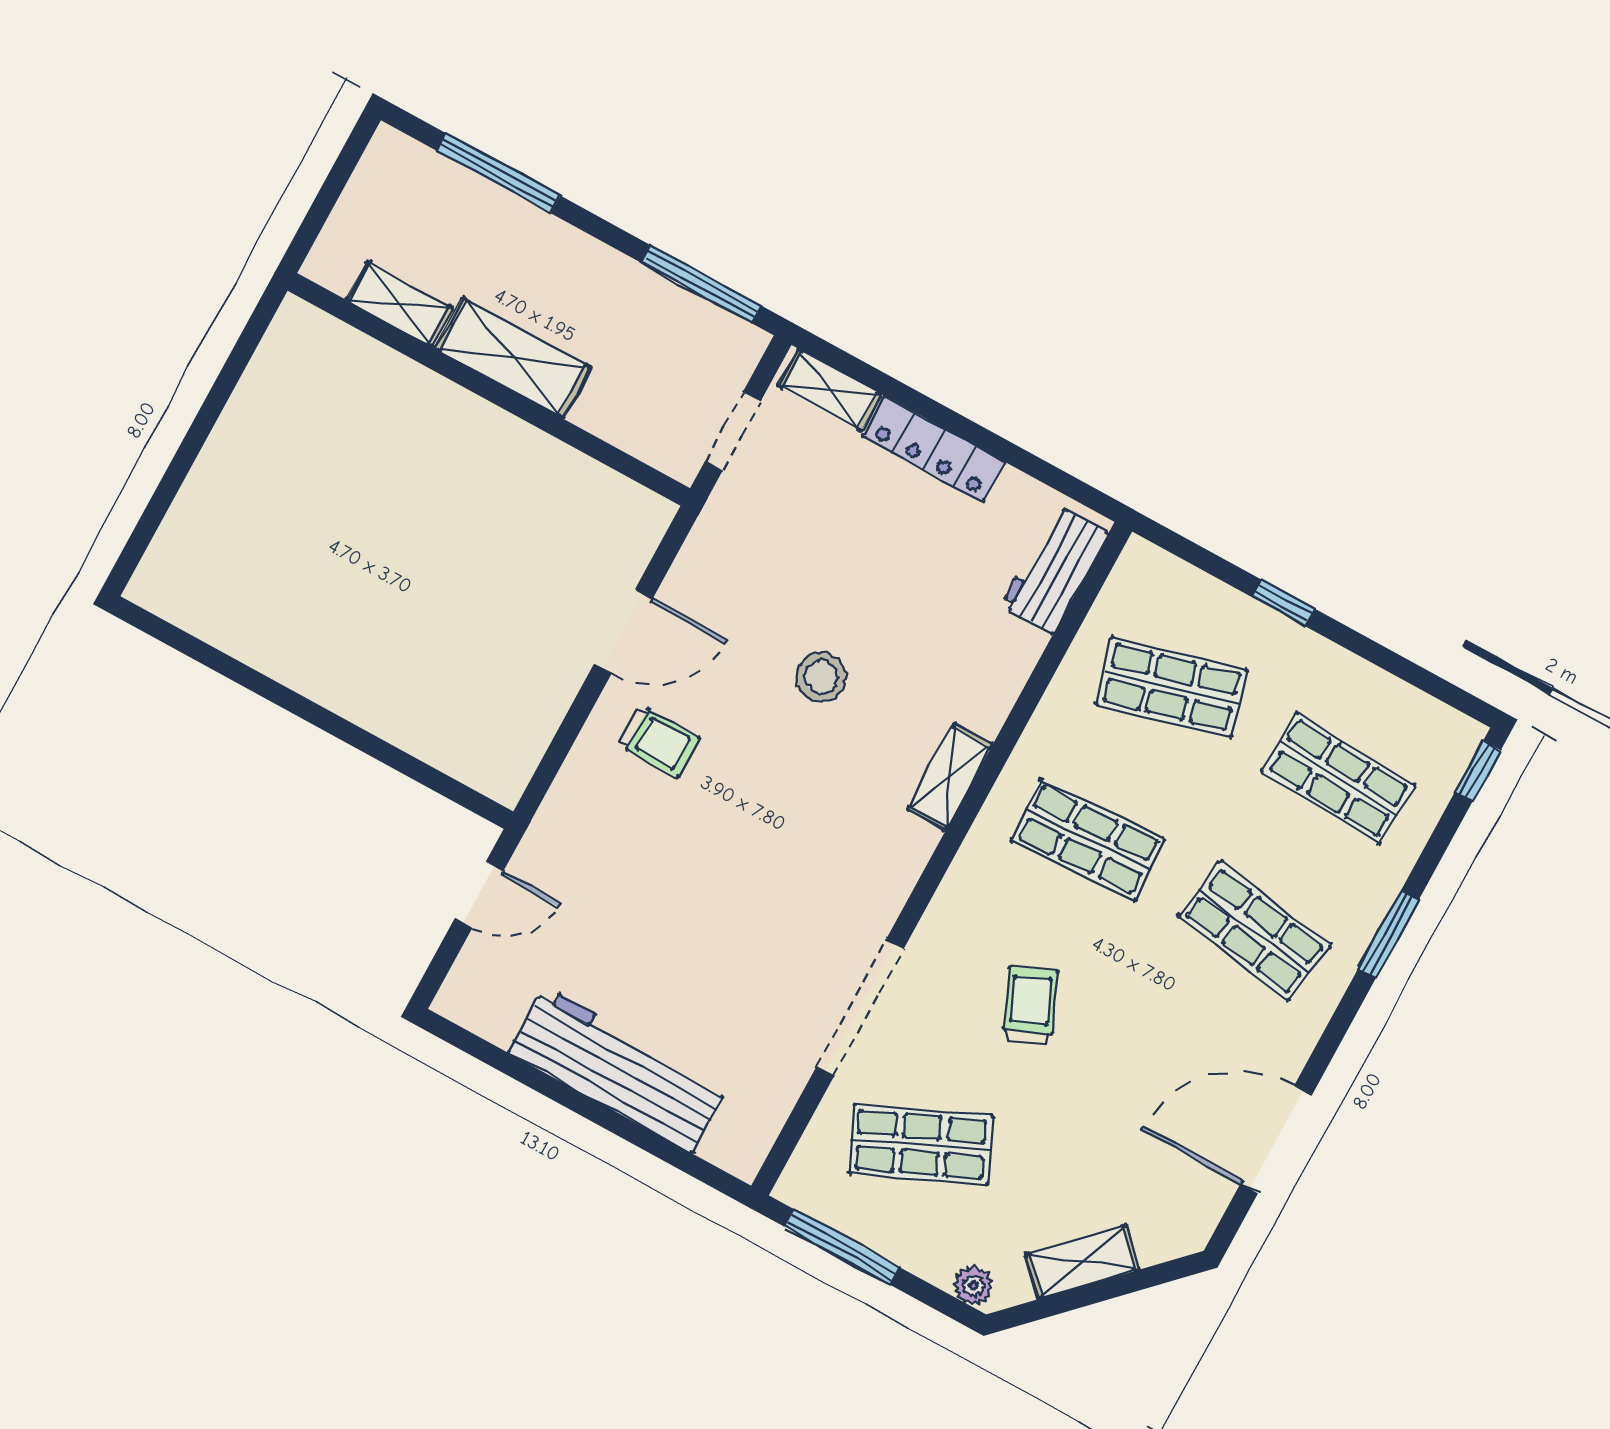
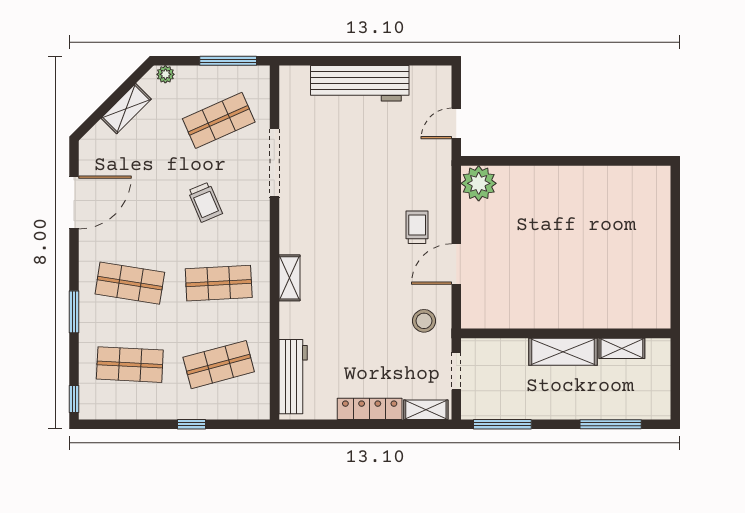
workbench: (1055, 569) -> (293, 377), width x1.38
stool: (821, 677) -> (424, 321), moved
trolley: (659, 741) -> (417, 227), turned 90
plant: (498, 760) -> (479, 183), added

